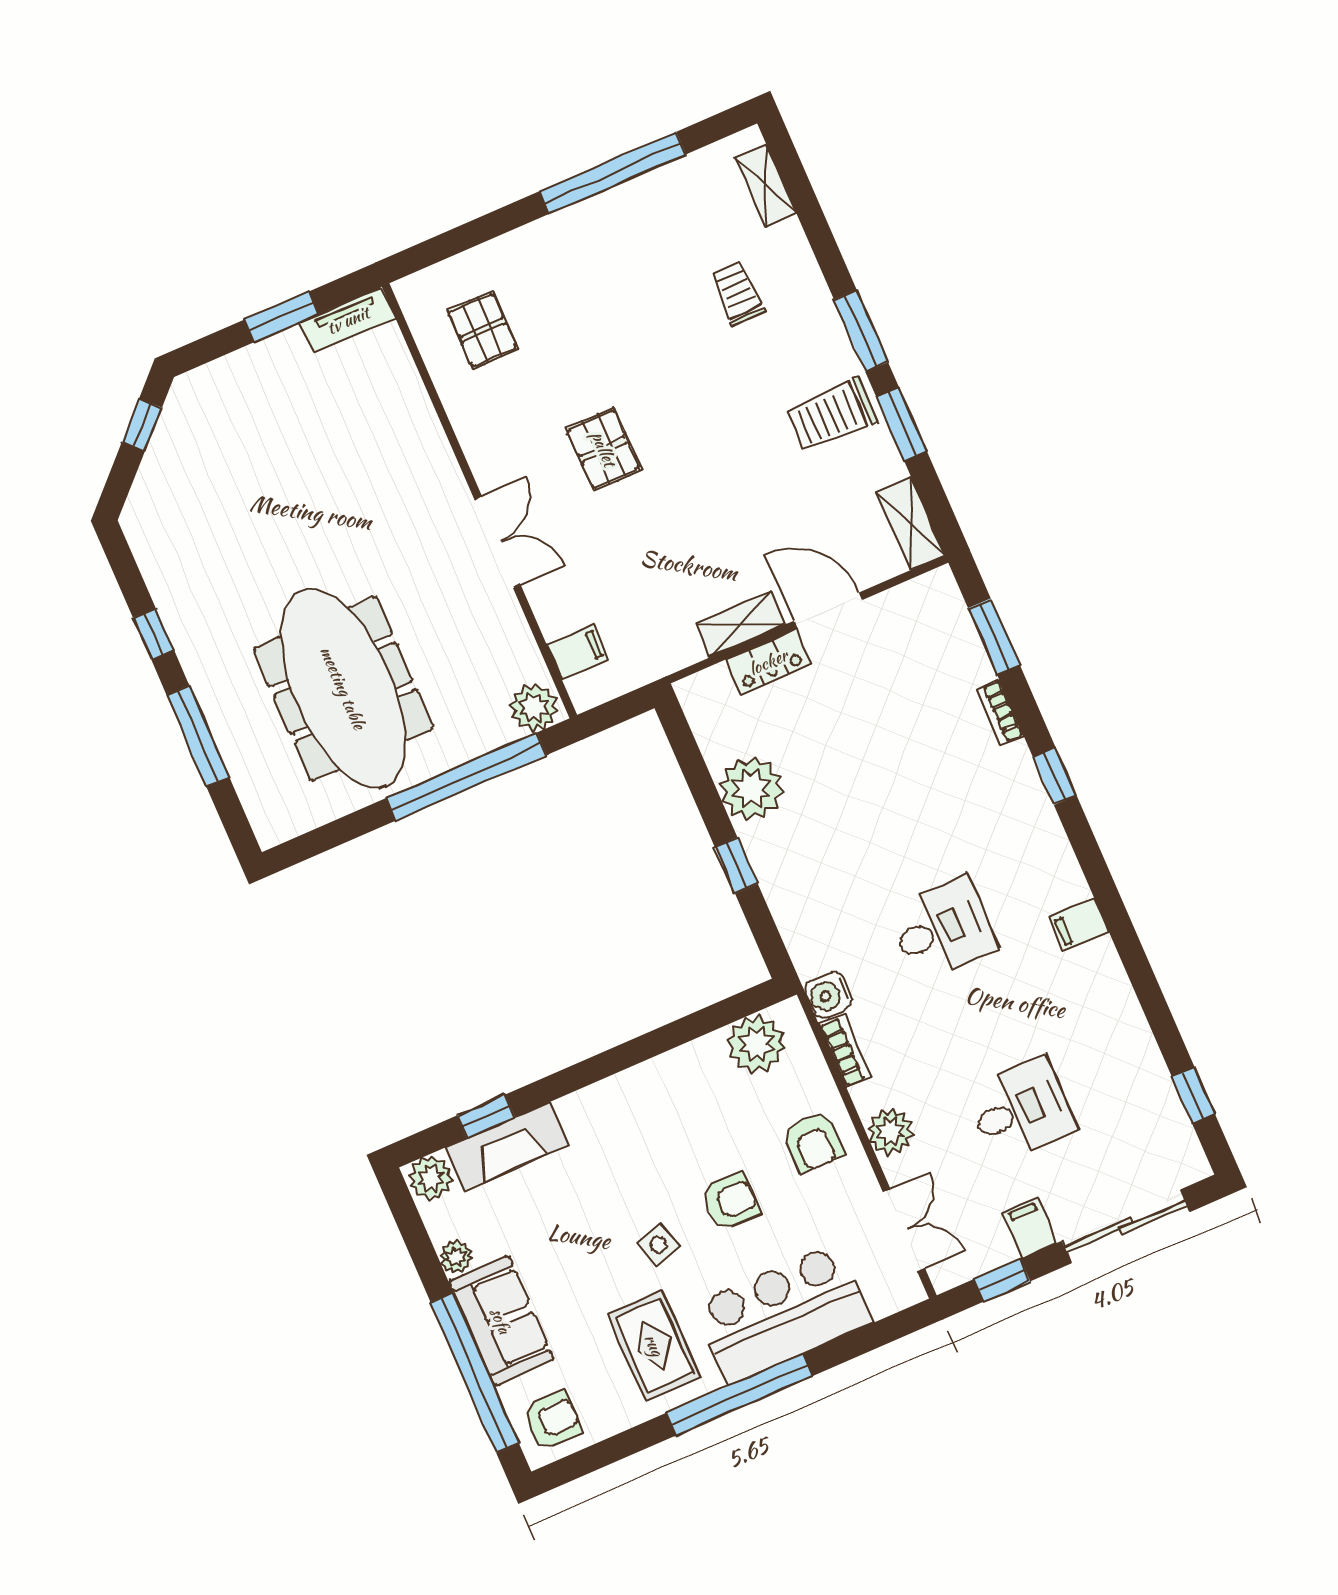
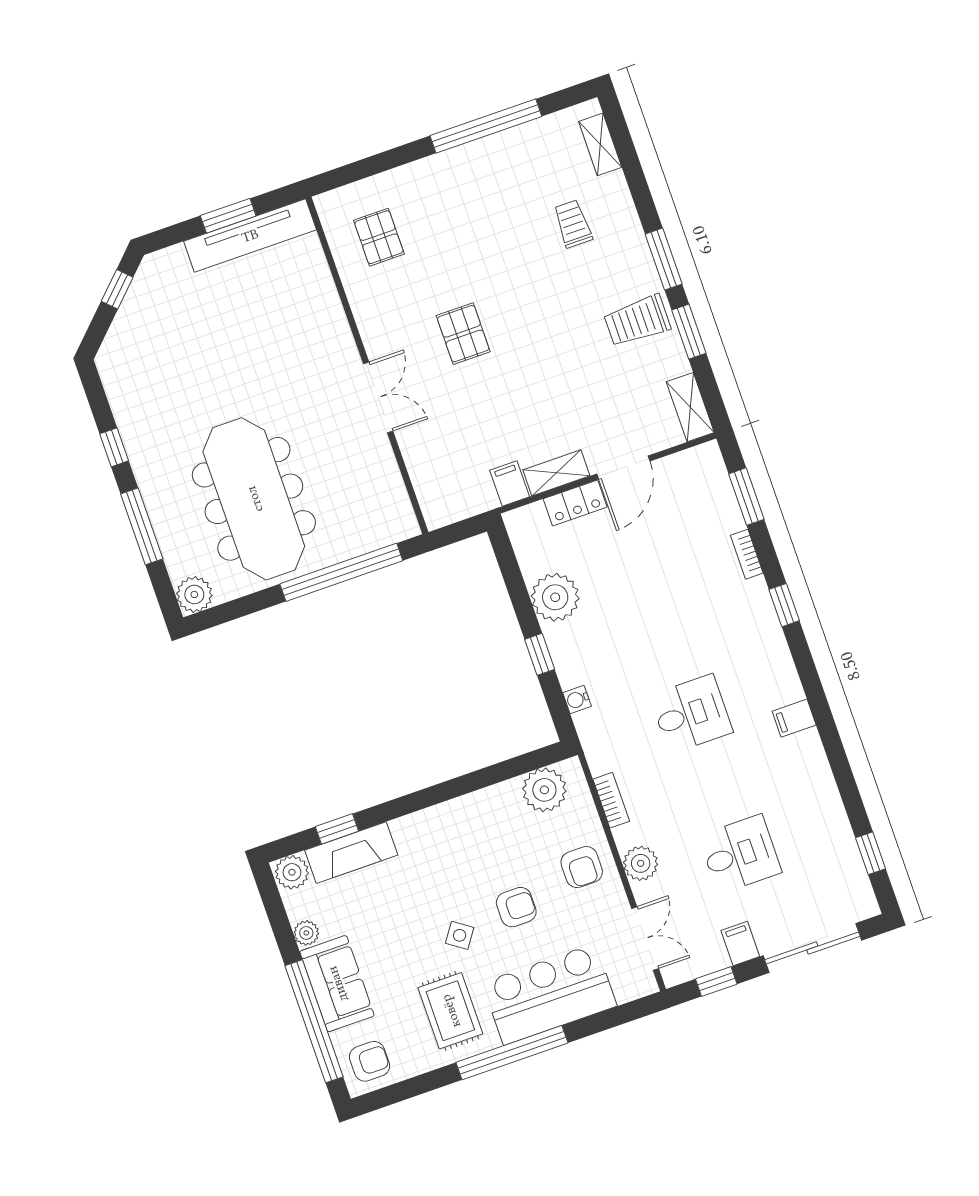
tv unit: (348, 320) -> (250, 235), width x1.92, depth x1.29
door: (828, 610) -> (623, 467), swing flipped
filing cabinet: (577, 652) -> (510, 483), moved, turned -90
plant: (534, 708) -> (194, 594), moved
water cooler: (828, 995) -> (577, 700), moved, width x0.72, depth x0.72
side table: (659, 1245) -> (460, 935), turned -38

